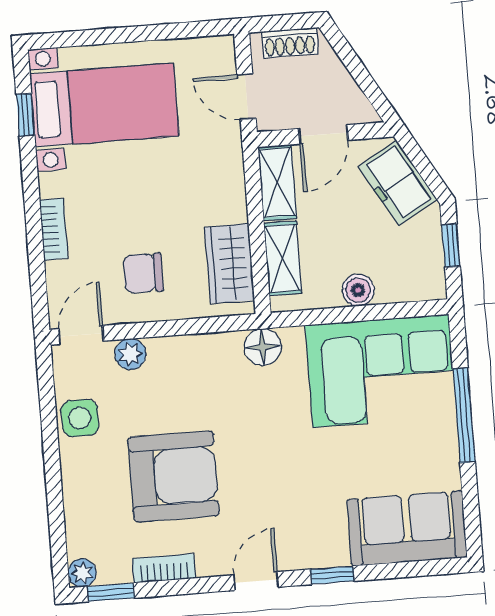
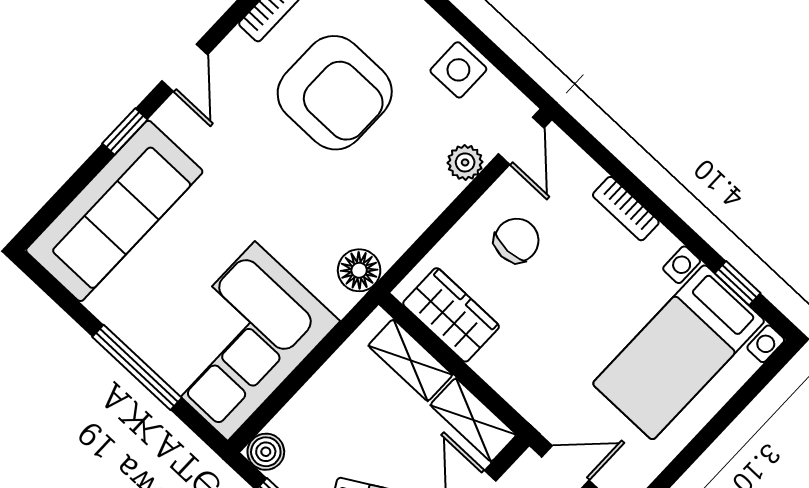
boiler: (358, 290) -> (266, 452), moved
armchair: (174, 476) -> (335, 93), turned -90
sofa: (407, 528) -> (114, 211), width x1.36

